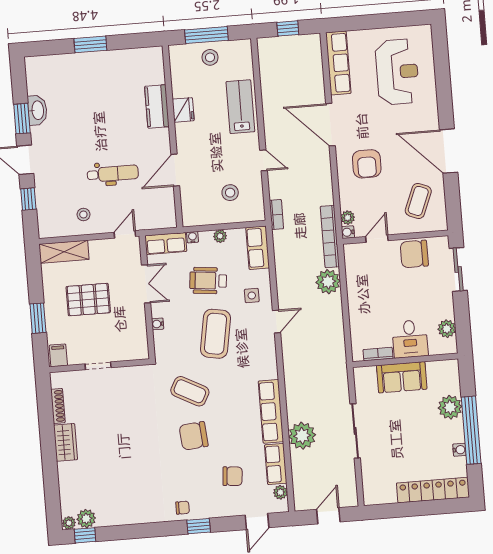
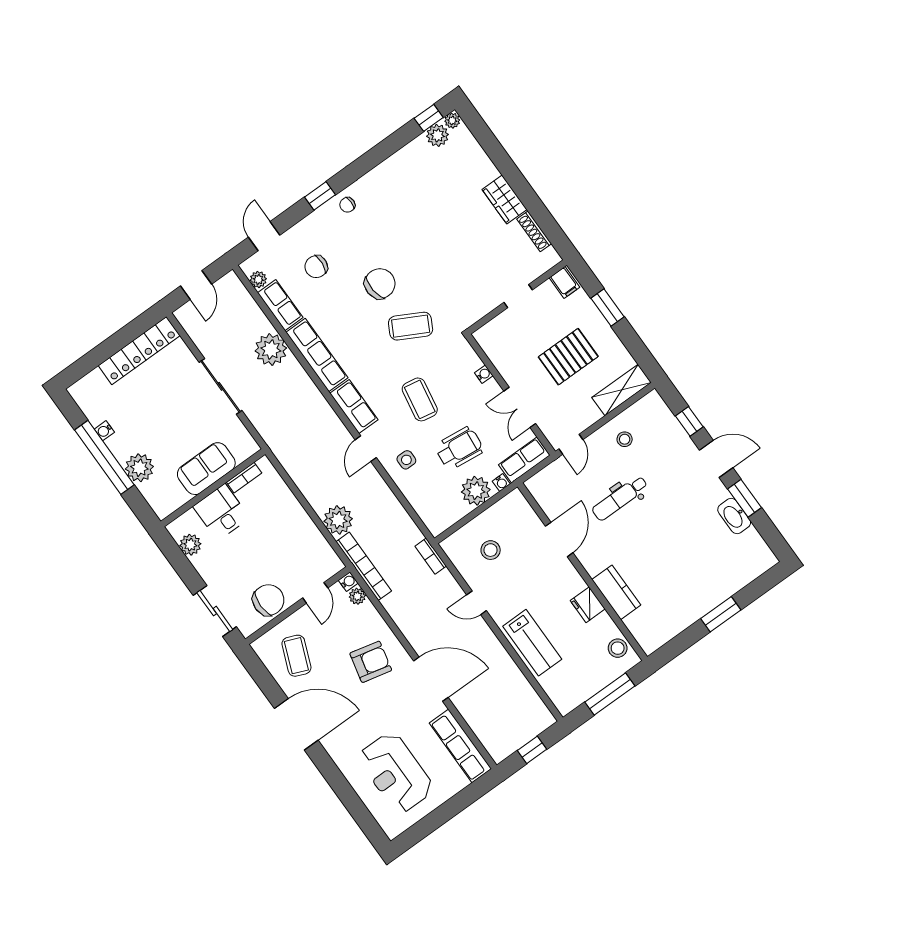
stool: (210, 57) -> (618, 648), moved
armchair: (367, 164) -> (371, 662), turned 103
plant: (220, 236) -> (476, 491), width x1.87, depth x1.87
row of seats: (258, 248) -> (354, 406), moved
coffee table: (215, 334) -> (420, 399), width x0.73, depth x0.76
locker: (433, 490) -> (139, 351), moved

